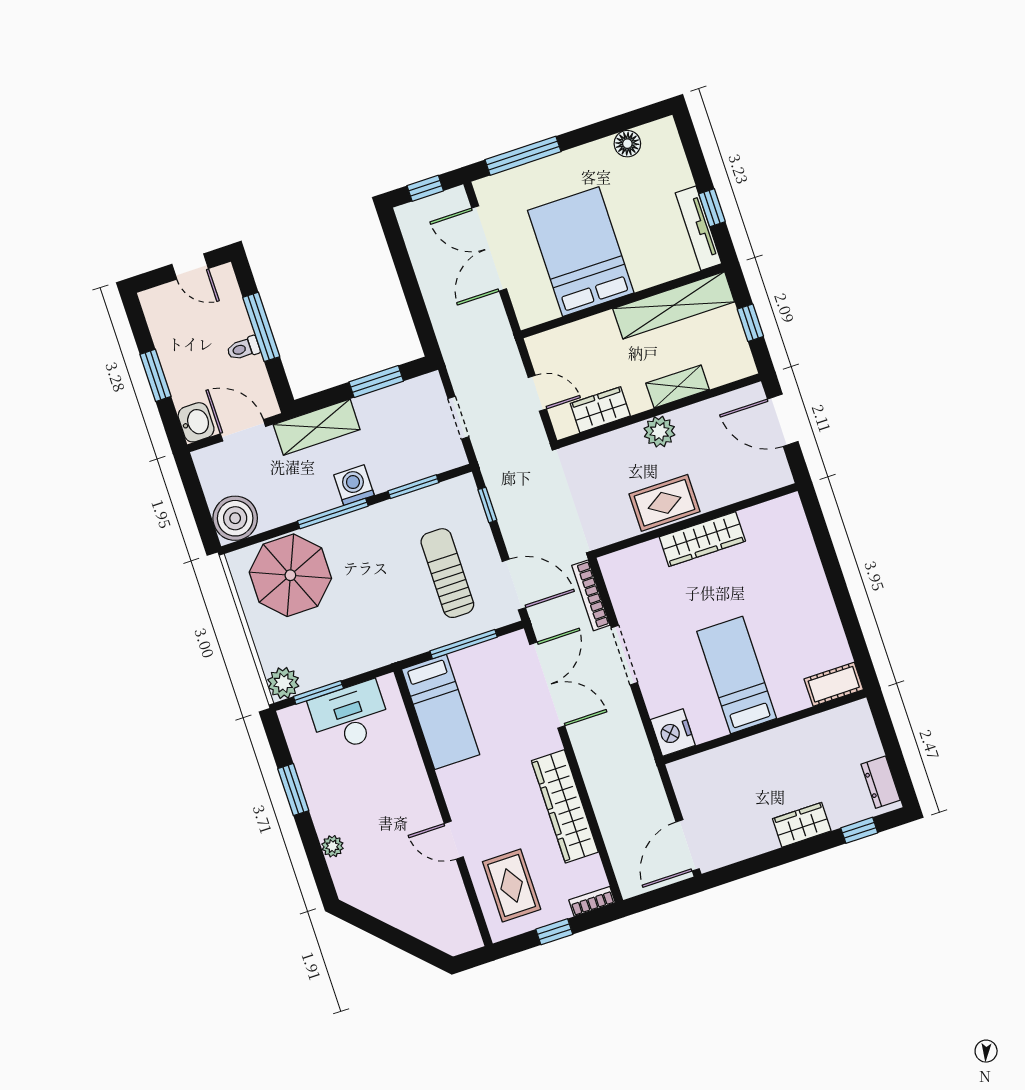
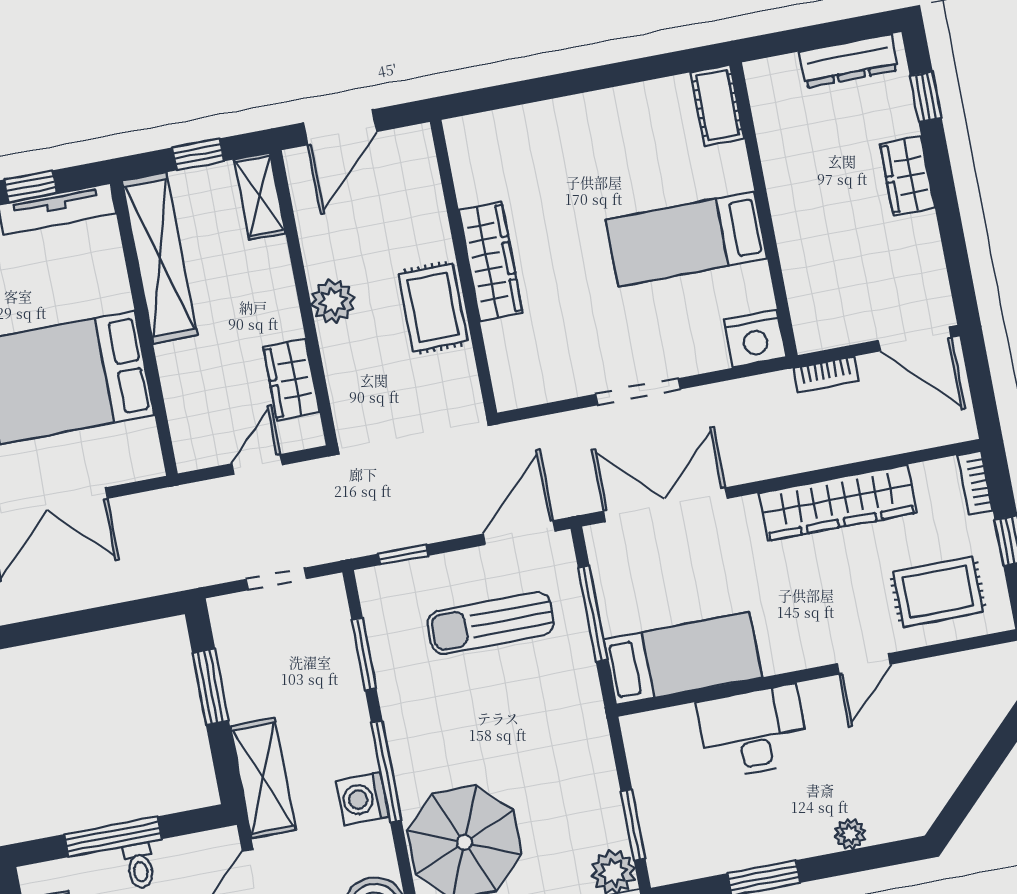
shelving: (678, 386) -> (260, 196), moved
washing machine: (354, 485) -> (363, 799), moved
bookcase: (591, 595) -> (826, 374), moved, width x0.64
desk: (350, 716) -> (753, 732), moved, turned 90
dresser: (881, 782) -> (849, 61), width x1.44

